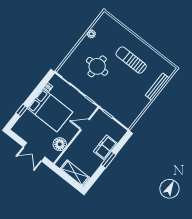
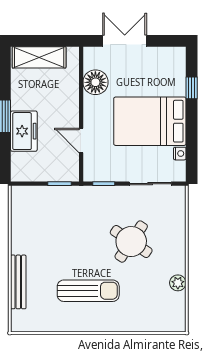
round table: (97, 66) -> (131, 242), turned 34
door: (85, 125) -> (81, 140), swing flipped

